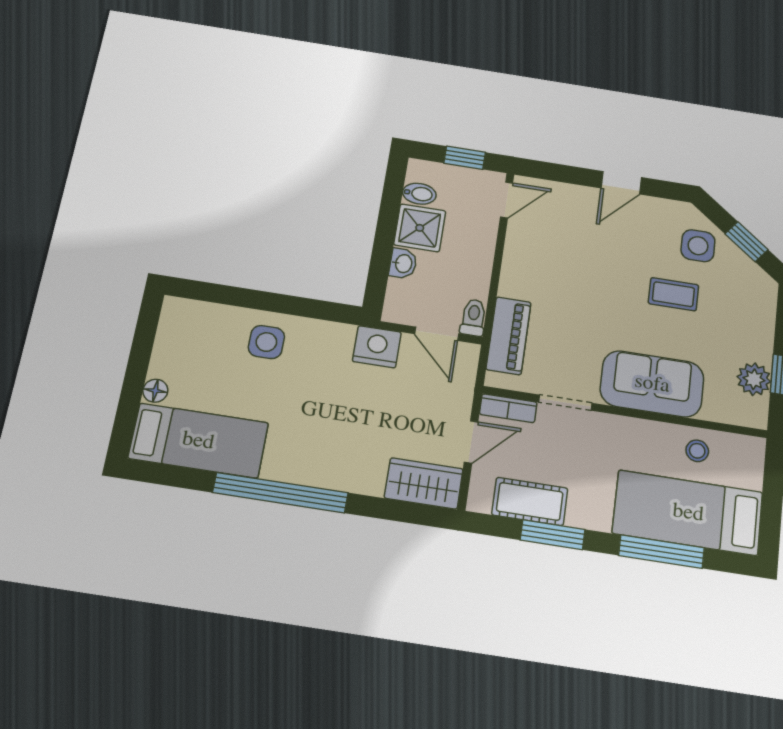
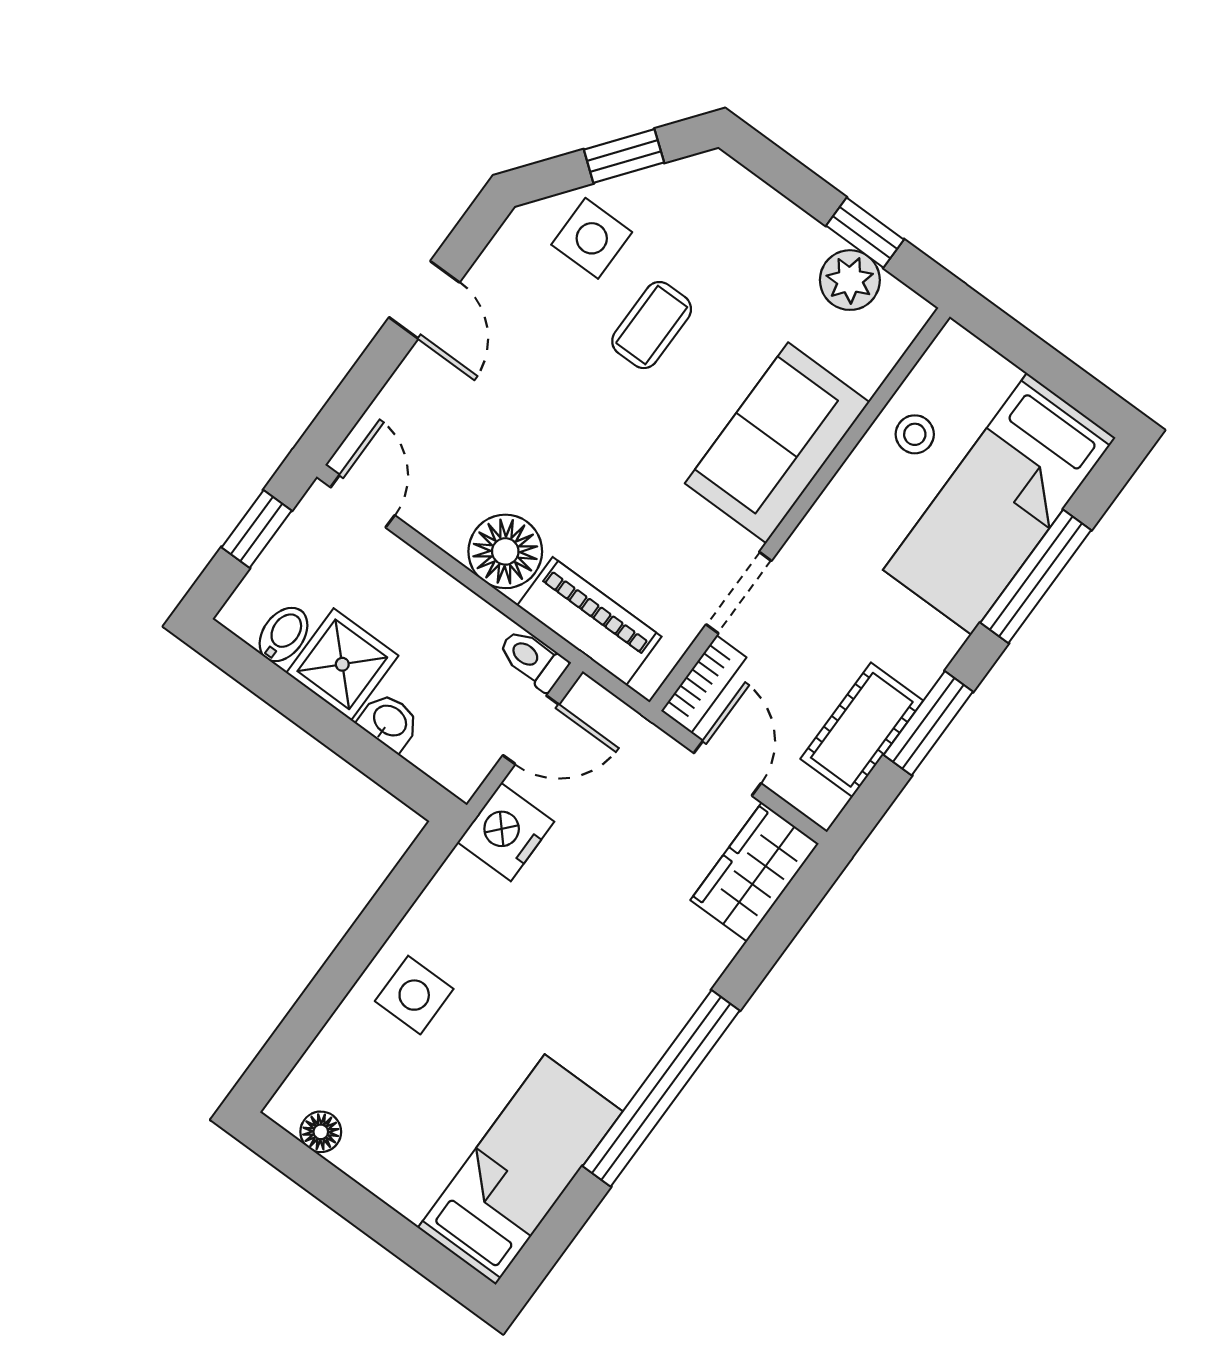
floor lamp: (520, 278) -> (505, 551), added
floor lamp: (155, 391) -> (321, 1132), moved

